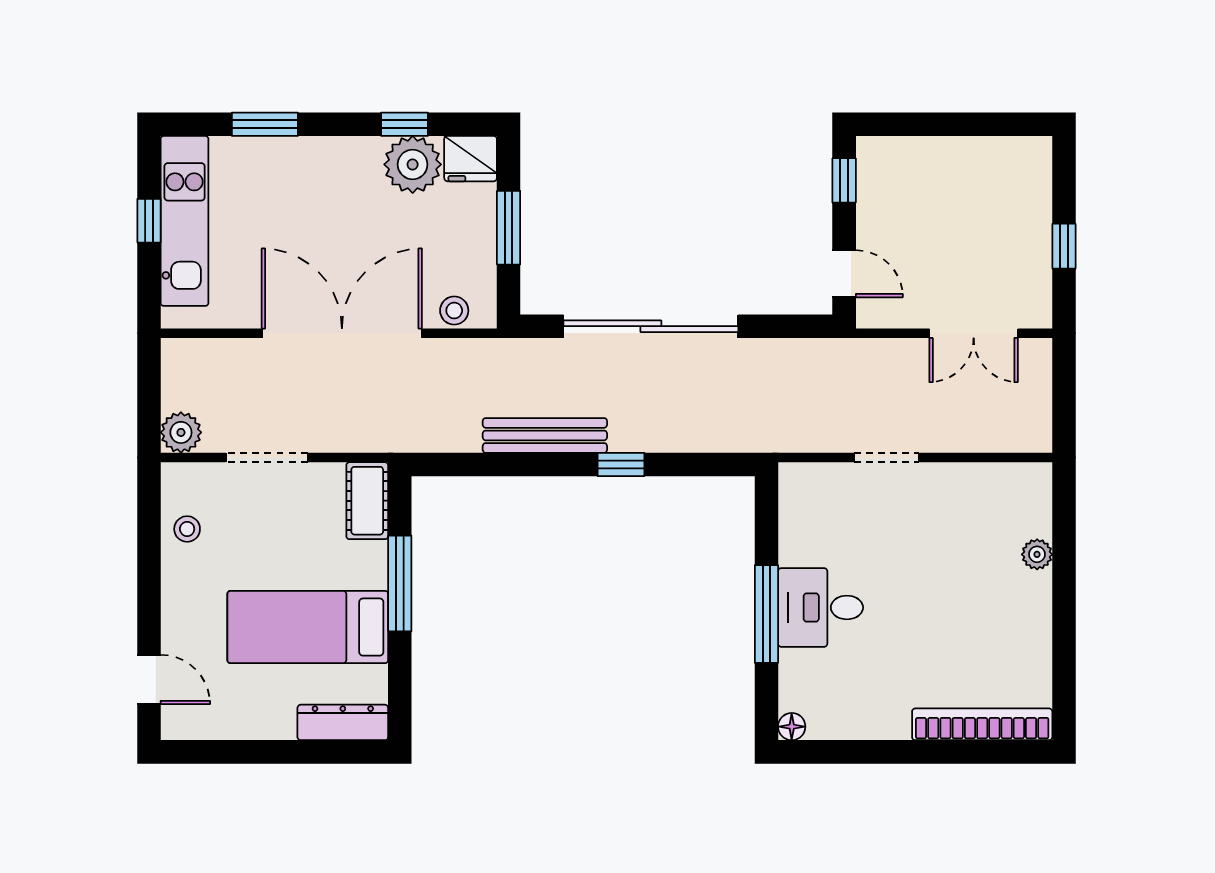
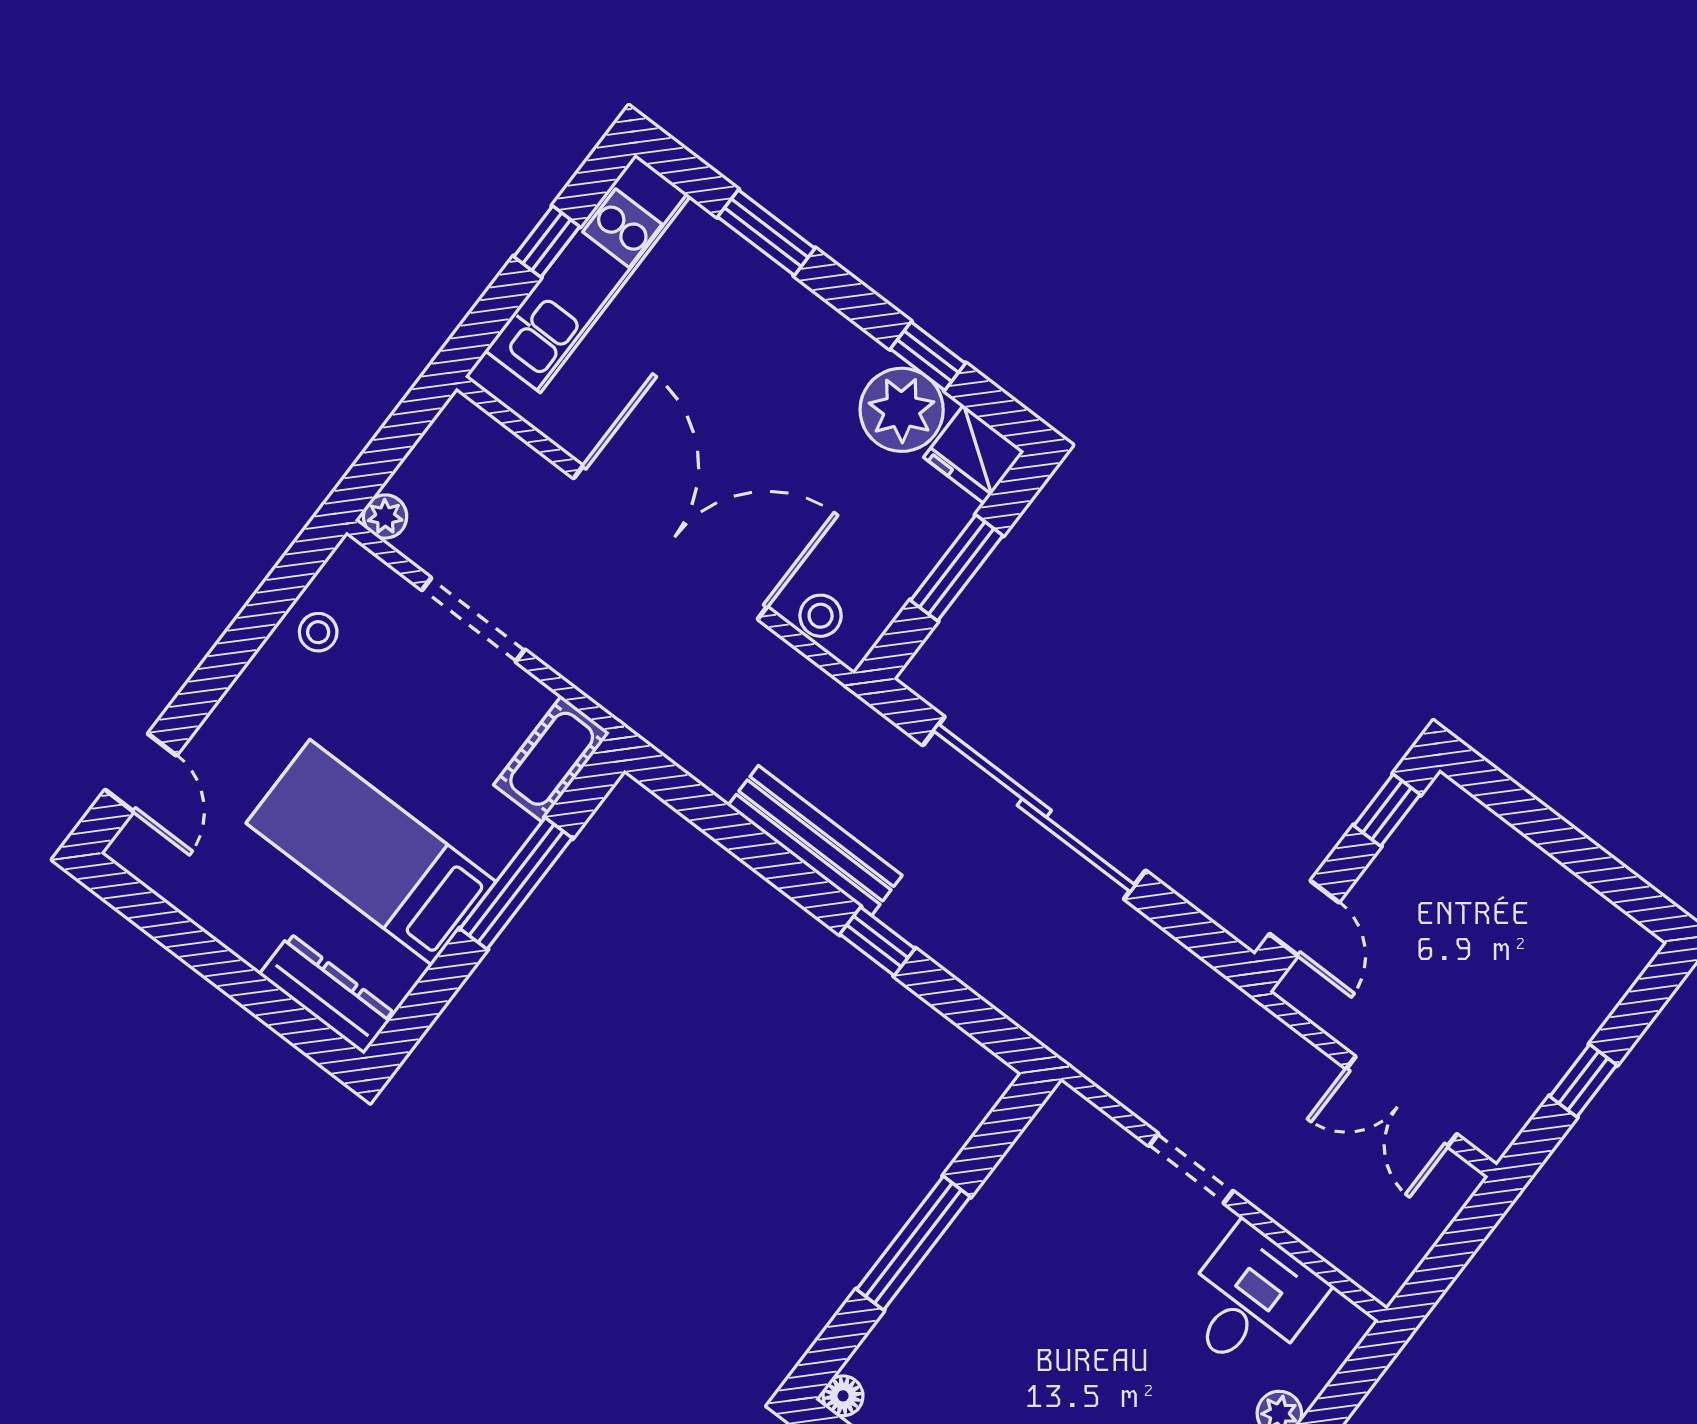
plant: (181, 432) -> (385, 517), width x0.73, depth x0.73
desk: (821, 607) -> (1251, 1300), moved, turned 90

